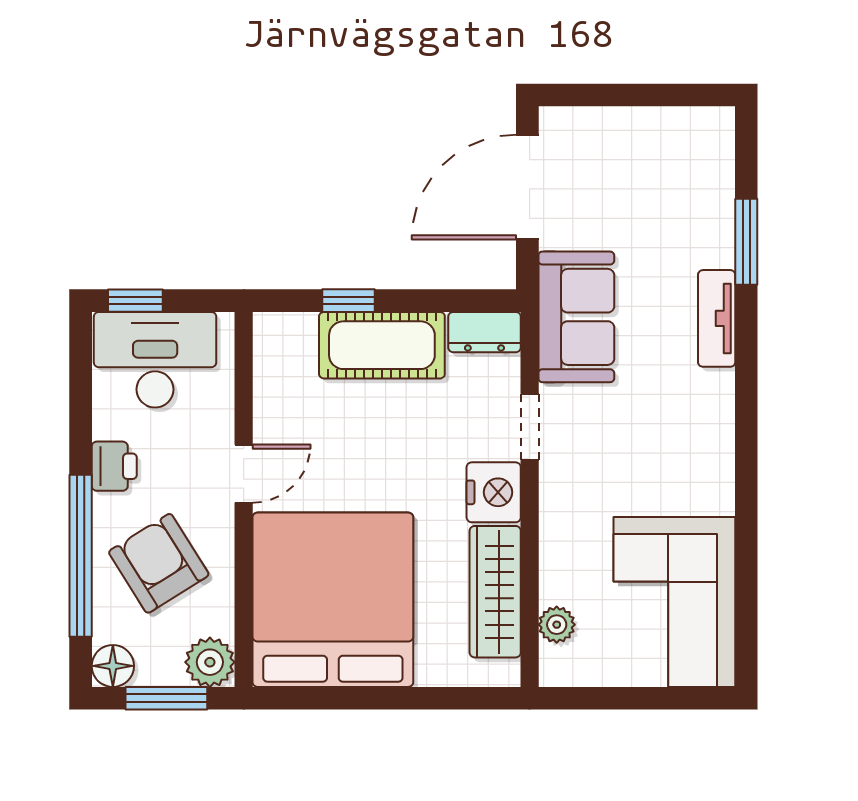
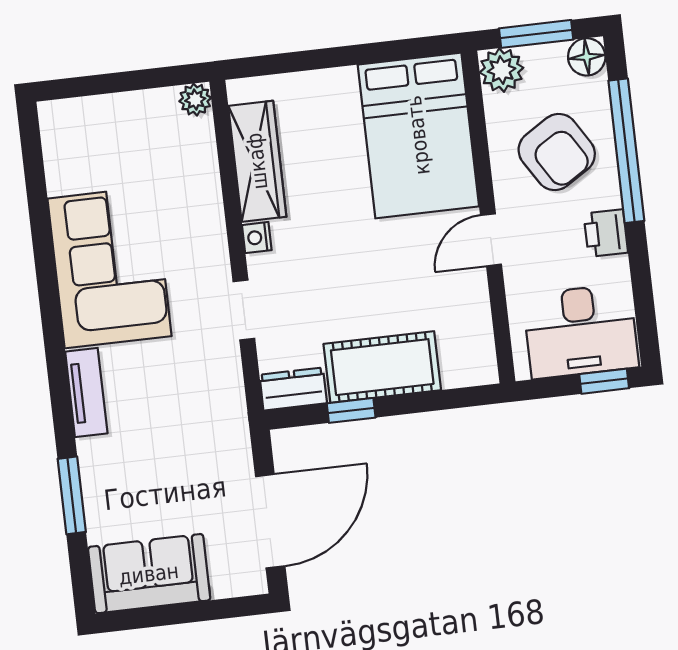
window: (349, 301) -> (351, 410), moved
sofa: (576, 317) -> (149, 574), moved, turned 90
tv unit: (717, 318) -> (86, 392), moved
nightstand: (494, 492) -> (257, 238), width x0.53, depth x0.56
bed: (333, 600) -> (418, 135), width x0.73
corner sofa: (674, 602) -> (110, 267), moved
plant: (557, 625) -> (195, 100), moved

